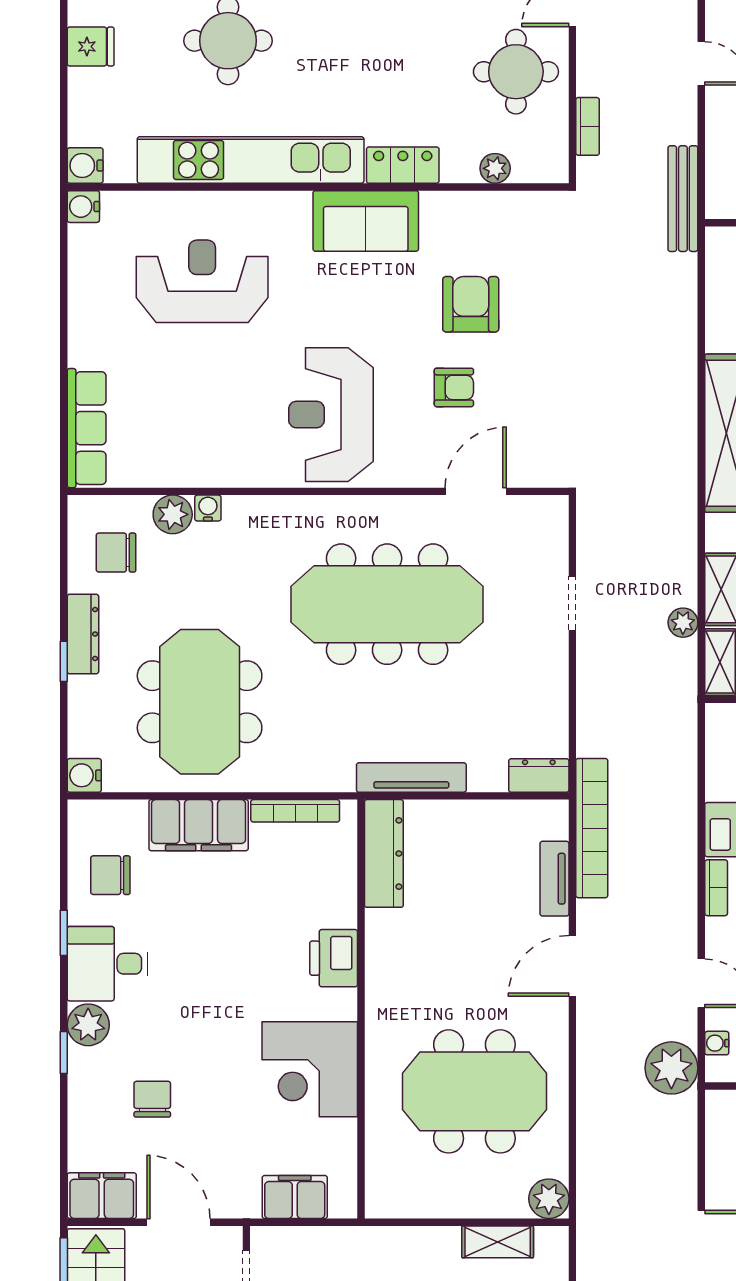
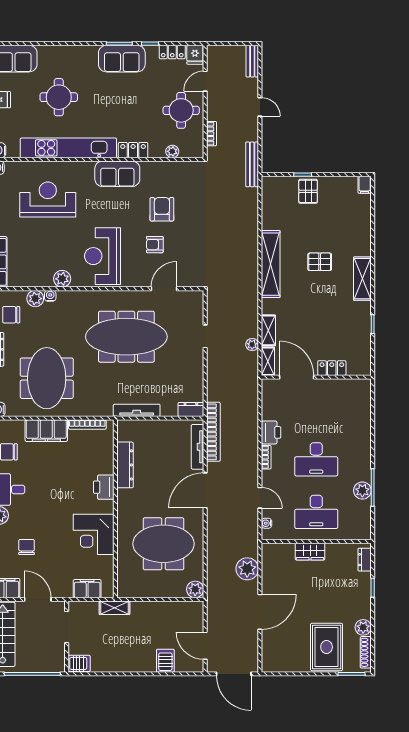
armchair: (454, 387) -> (155, 245), turned 180
plant: (236, 468) -> (62, 279), added
dresser: (384, 853) -> (125, 465), moved
tv unit: (554, 879) -> (198, 447), width x1.41
door: (572, 966) -> (205, 490), width x1.36
plant: (671, 1068) -> (247, 569), moved
shelving: (498, 1242) -> (115, 608), moved

